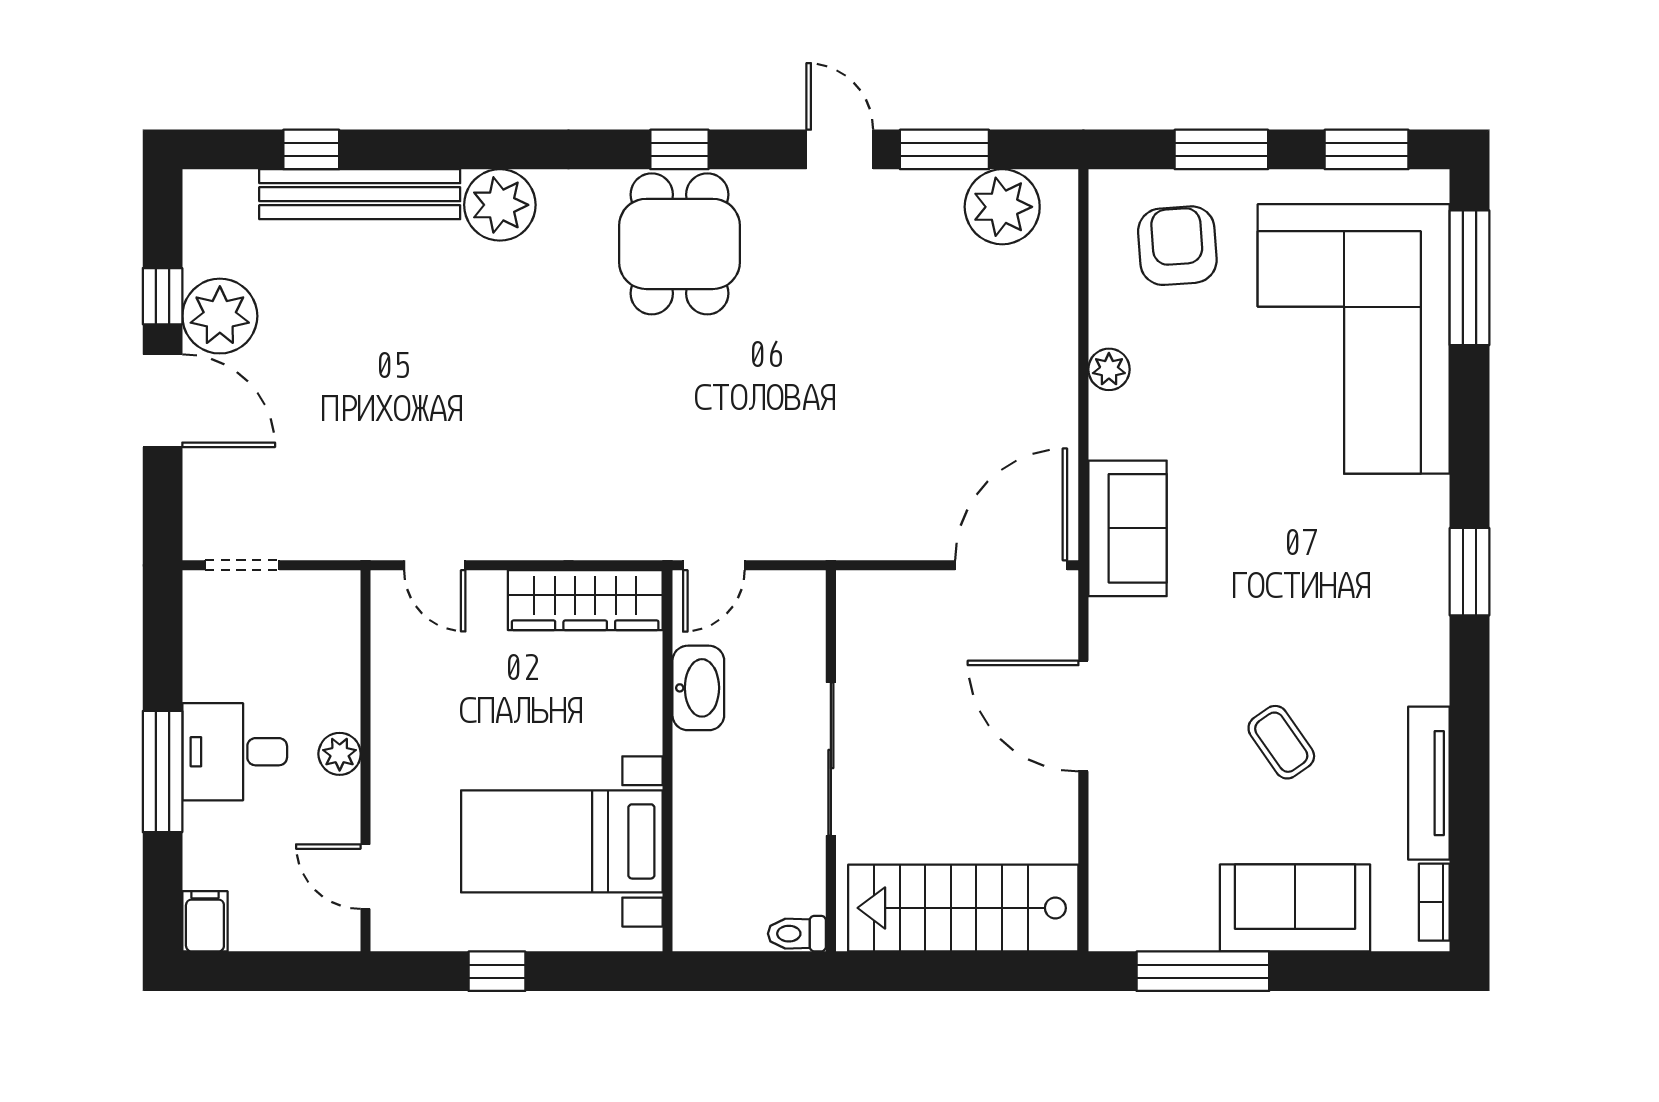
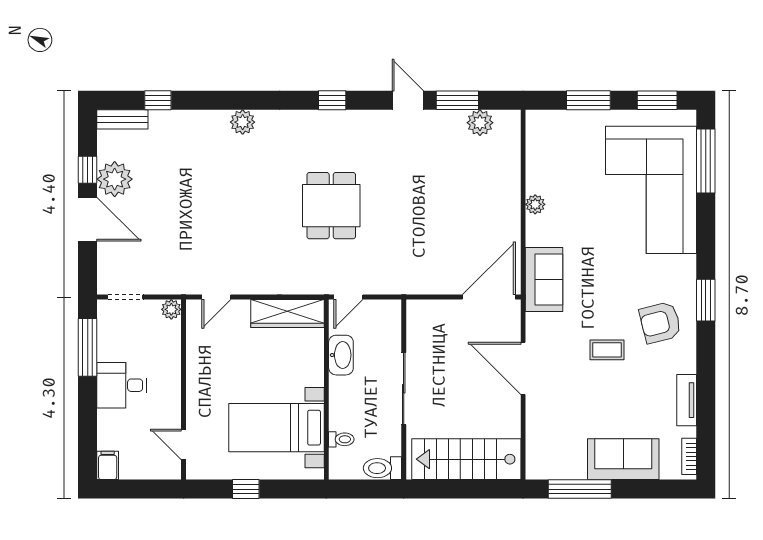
bench: (360, 194) -> (122, 119), moved, width x0.54, depth x0.82
plant: (500, 205) -> (243, 122), width x0.73, depth x0.73
plant: (1002, 207) -> (480, 123), width x0.73, depth x0.73
dining table: (679, 244) -> (331, 206), moved
armchair: (1177, 246) -> (660, 322), moved, turned -100
door: (435, 565) -> (216, 297), hinge flipped
coffee table: (1281, 742) -> (607, 350), moved, turned -55
plant: (340, 754) -> (171, 309), moved
window: (163, 772) -> (88, 347), moved
tv unit: (1429, 783) -> (687, 400), width x0.71
toilet: (699, 866) -> (341, 439), added
toilet: (797, 934) -> (382, 468), width x1.37, depth x1.39

